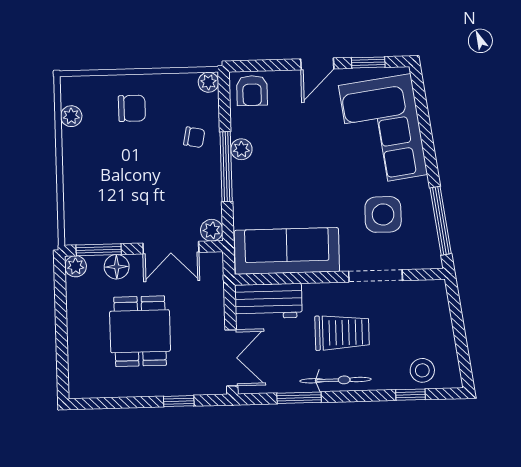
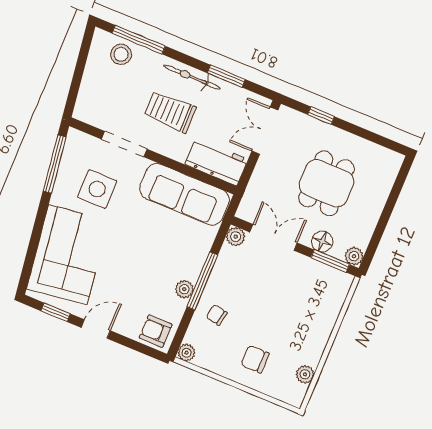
armchair: (252, 91) -> (156, 331), turned -90
window: (410, 395) -> (139, 40), width x2.17

